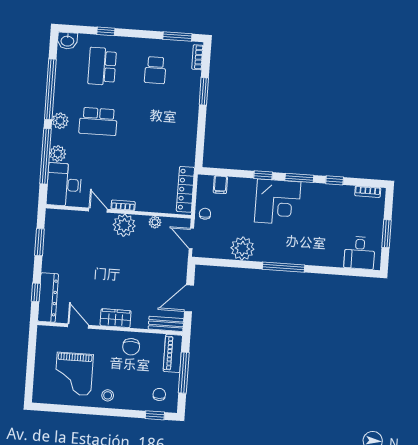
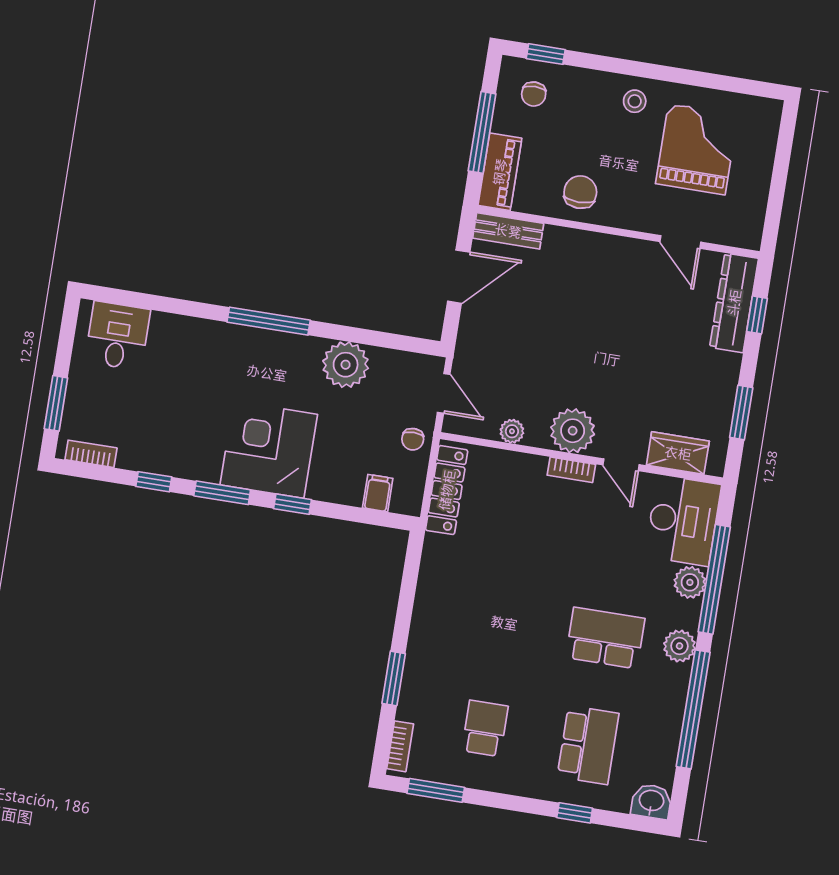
window: (387, 234) -> (56, 403), moved
wardrobe: (116, 318) -> (678, 453), moved, turned 180

